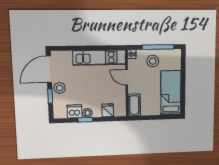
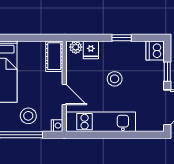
stool: (60, 88) -> (115, 79), moved
dishwasher: (75, 111) -> (155, 51), moved, turned 90
plant: (87, 113) -> (76, 47), moved

